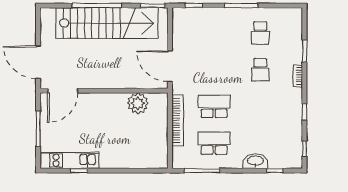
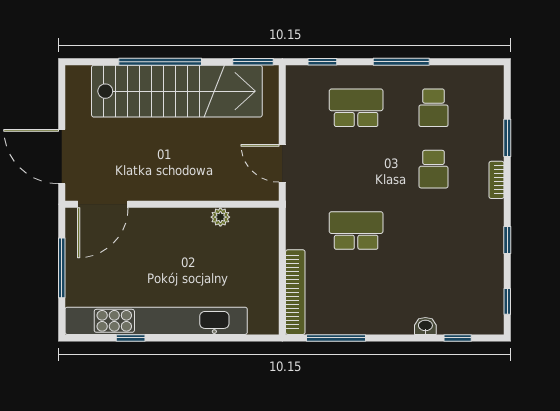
door: (170, 66) -> (282, 163), width x0.73
plant: (138, 103) -> (220, 217), width x0.53, depth x0.53
bookcase: (178, 120) -> (295, 292), moved
school desk: (214, 143) -> (356, 108), moved
kitchen unit: (69, 160) -> (156, 321), width x1.86
washbasin: (256, 161) -> (425, 326), width x0.52, depth x0.69

